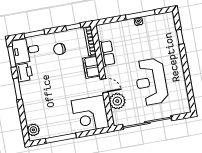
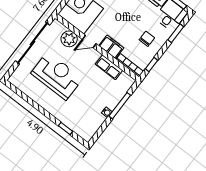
window: (140, 15) -> (120, 106), moved

